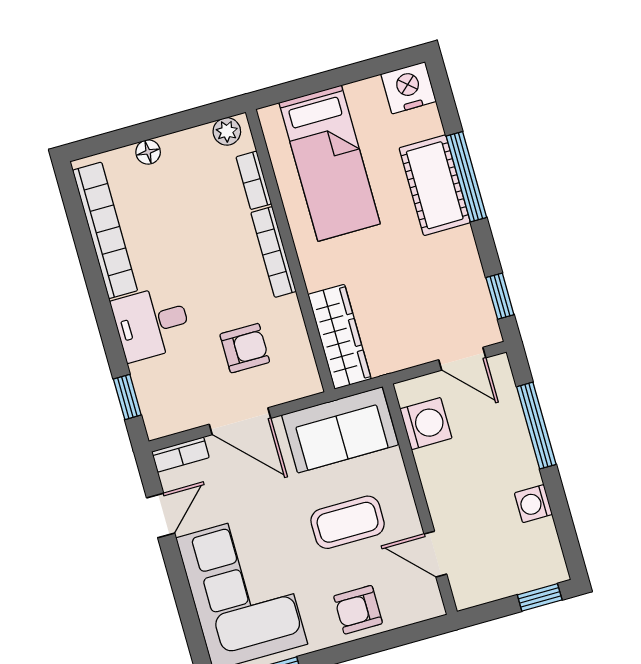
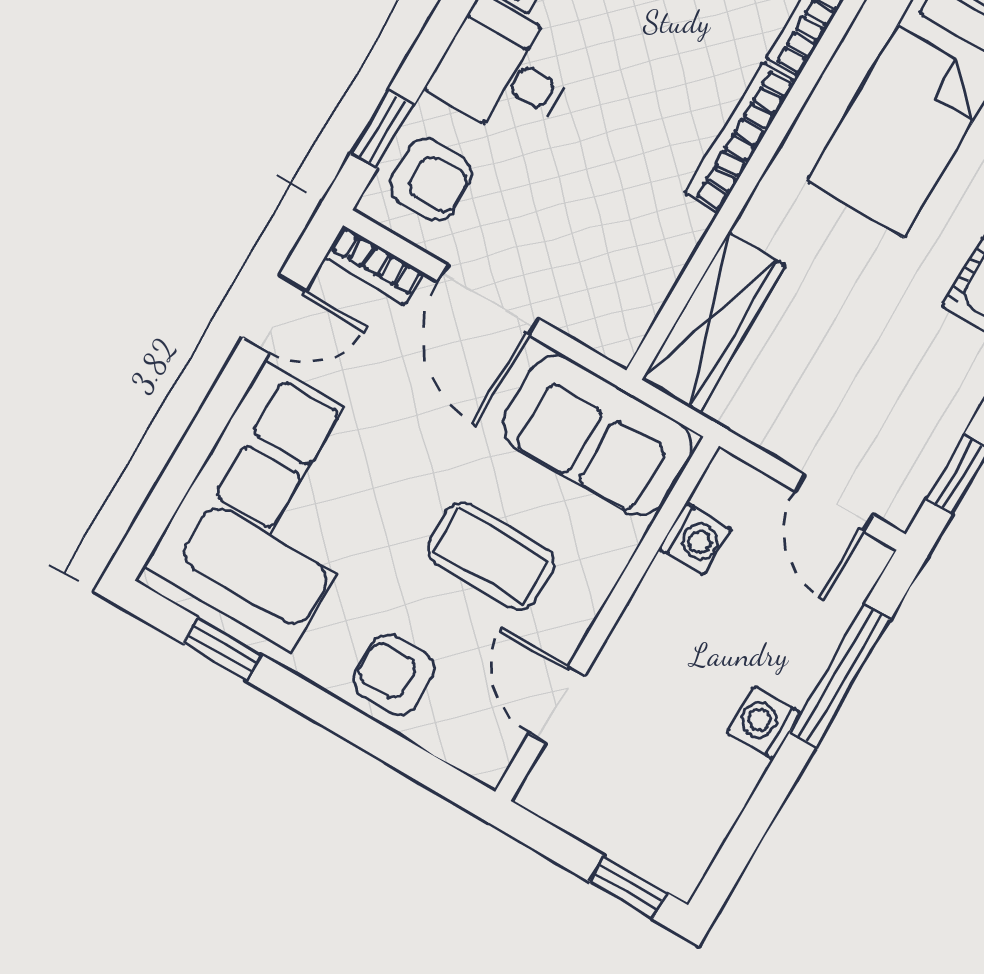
armchair: (245, 348) -> (431, 180), moved
washing machine: (426, 424) -> (695, 539), width x0.73, depth x0.73
washing machine: (533, 504) -> (764, 723), moved

